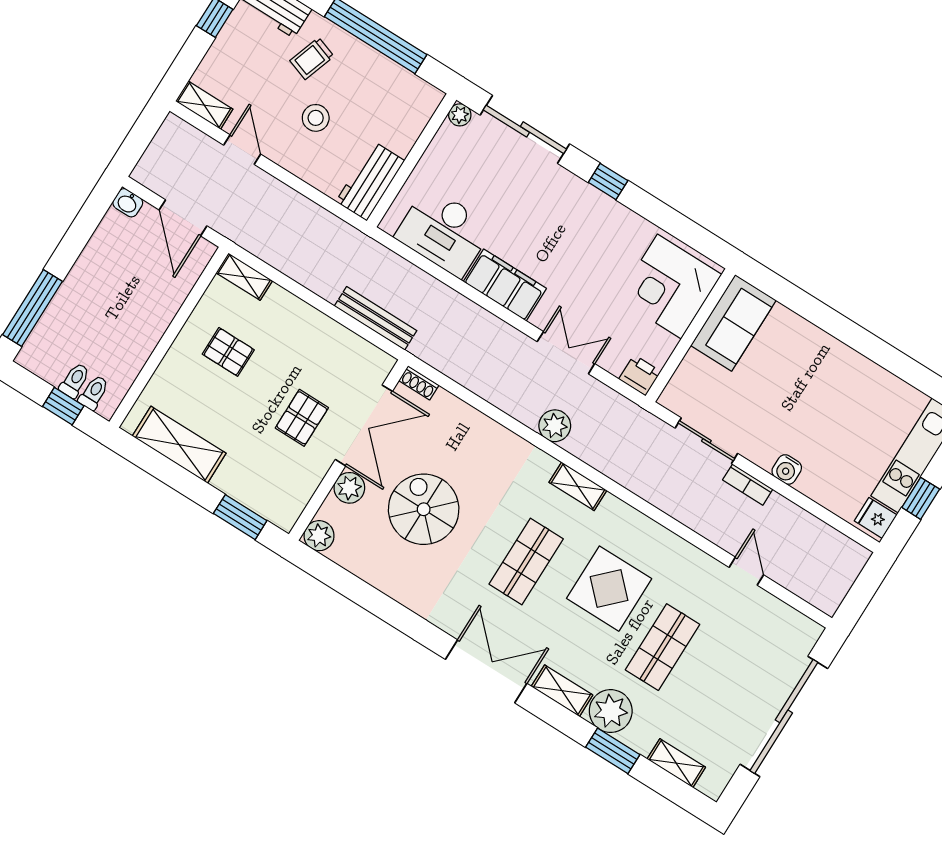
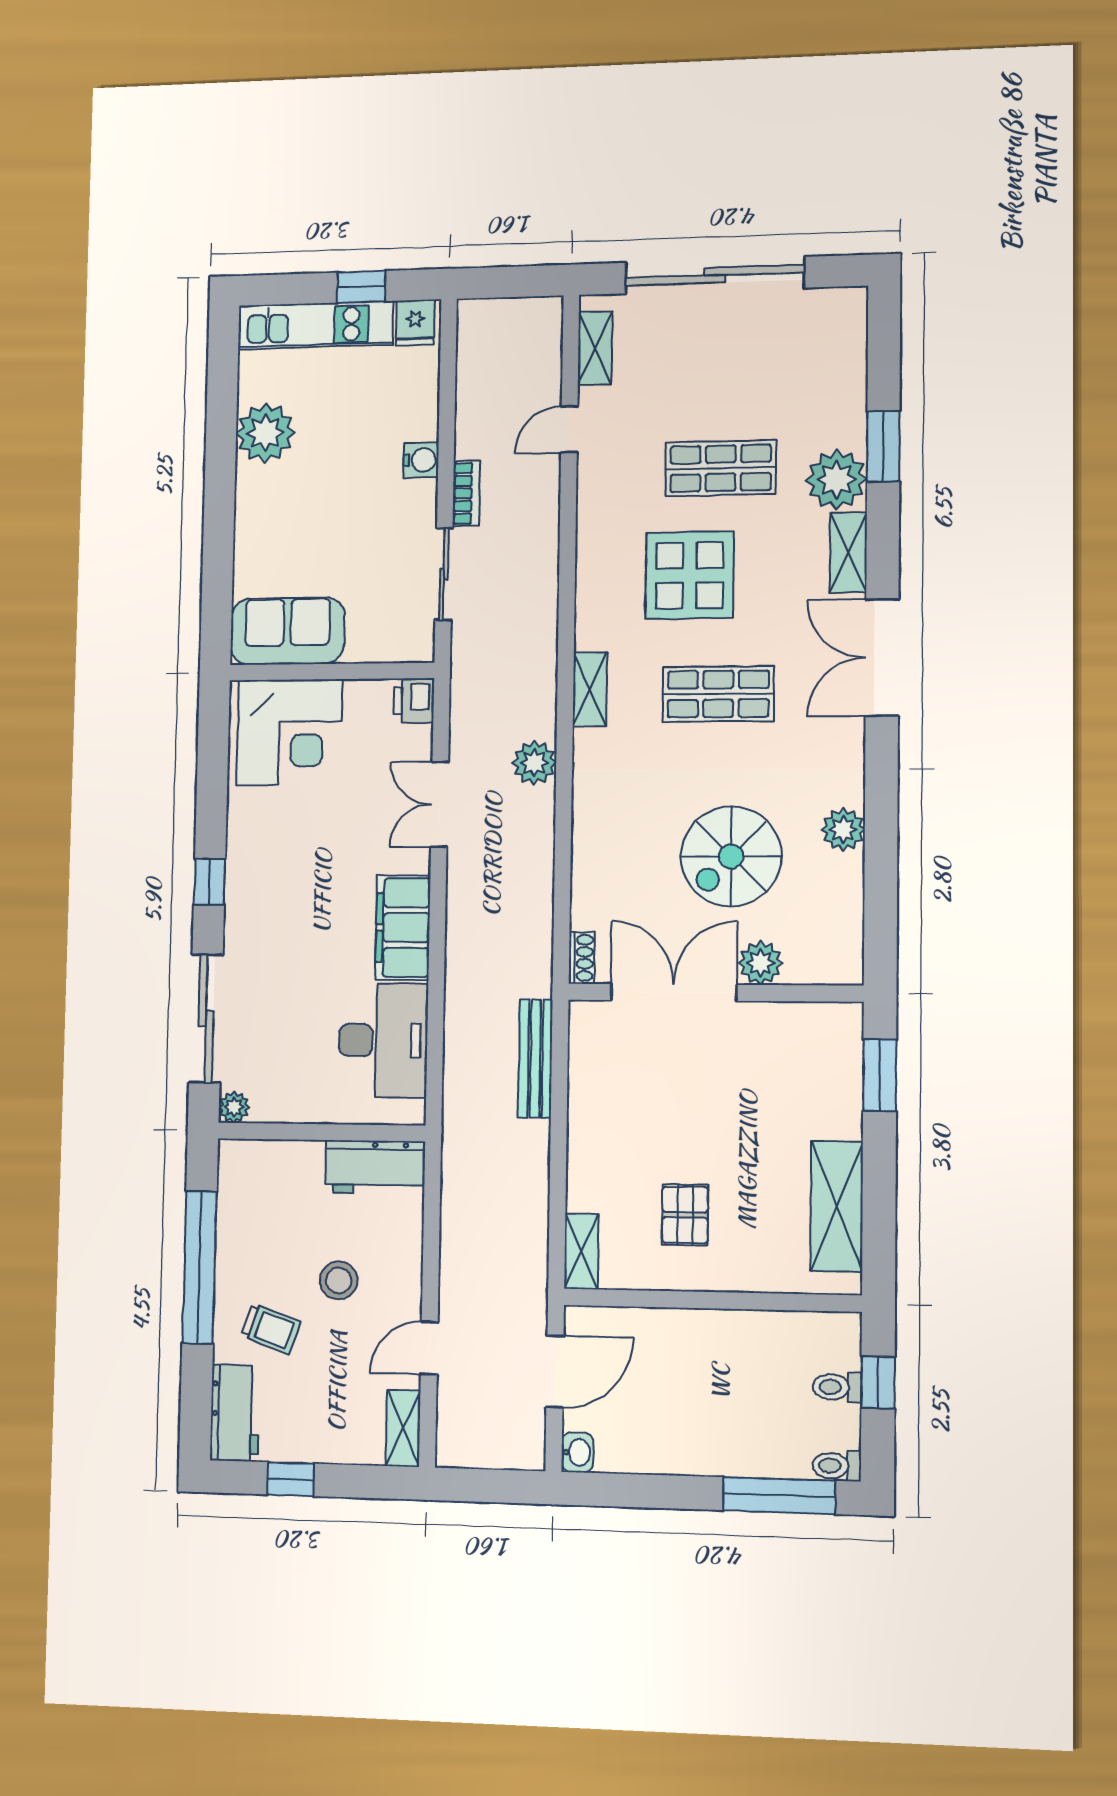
plant: (867, 383) -> (265, 433), added
toilet: (94, 393) -> (837, 1466), moved
pallet: (302, 418) -> (711, 1074), removed
plant: (319, 536) -> (843, 830), moved
shelving: (676, 763) -> (595, 348), moved

